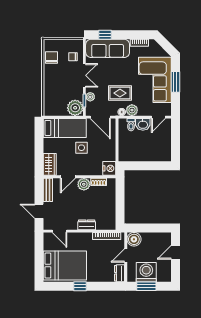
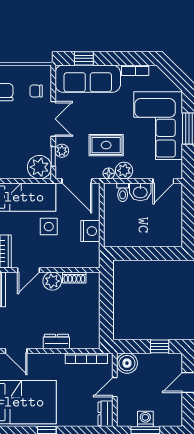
nightstand: (109, 168) -> (90, 231), moved
window: (156, 228) -> (160, 346), added
washing machine: (146, 272) -> (145, 419), width x0.53, depth x0.53

